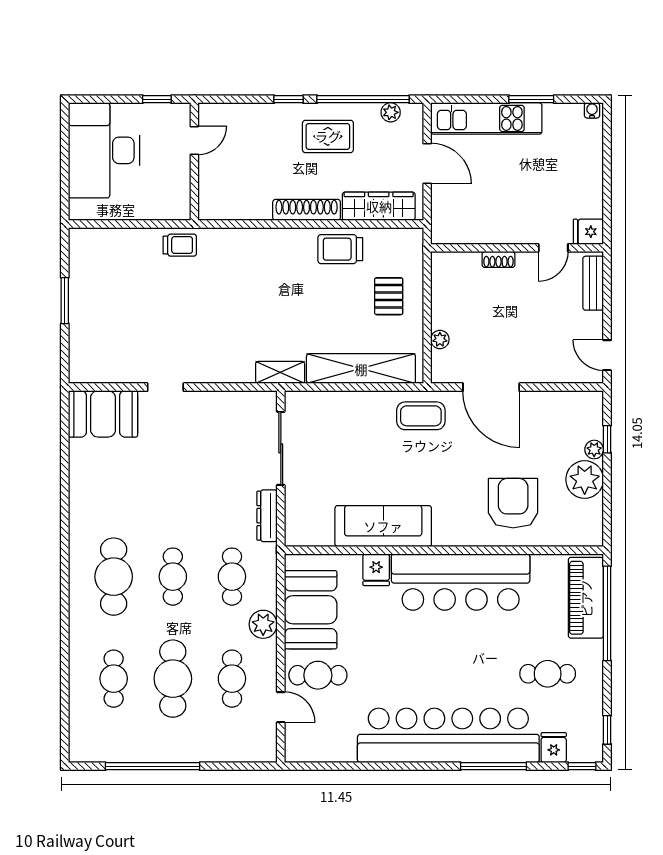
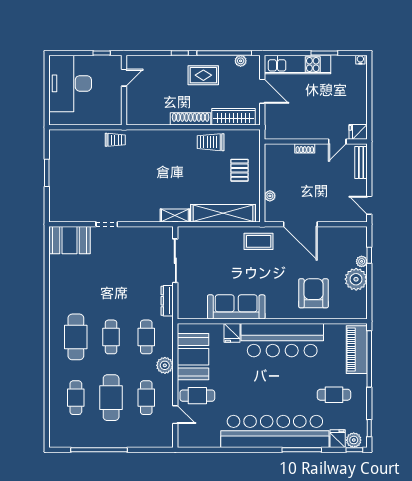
plant: (581, 750) -> (354, 440), added

